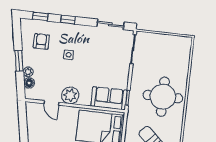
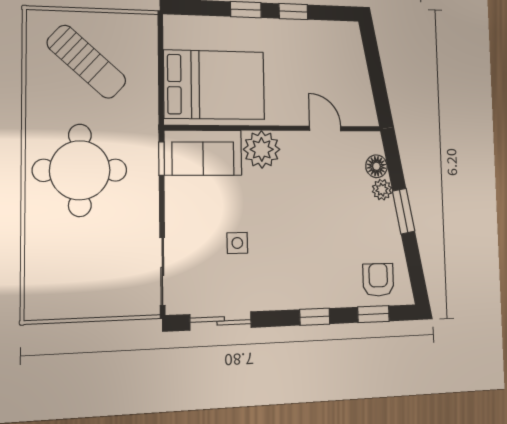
armchair: (41, 41) -> (378, 280), moved, turned 180
side table: (69, 55) -> (237, 243), moved
plant: (70, 95) -> (262, 149), moved

